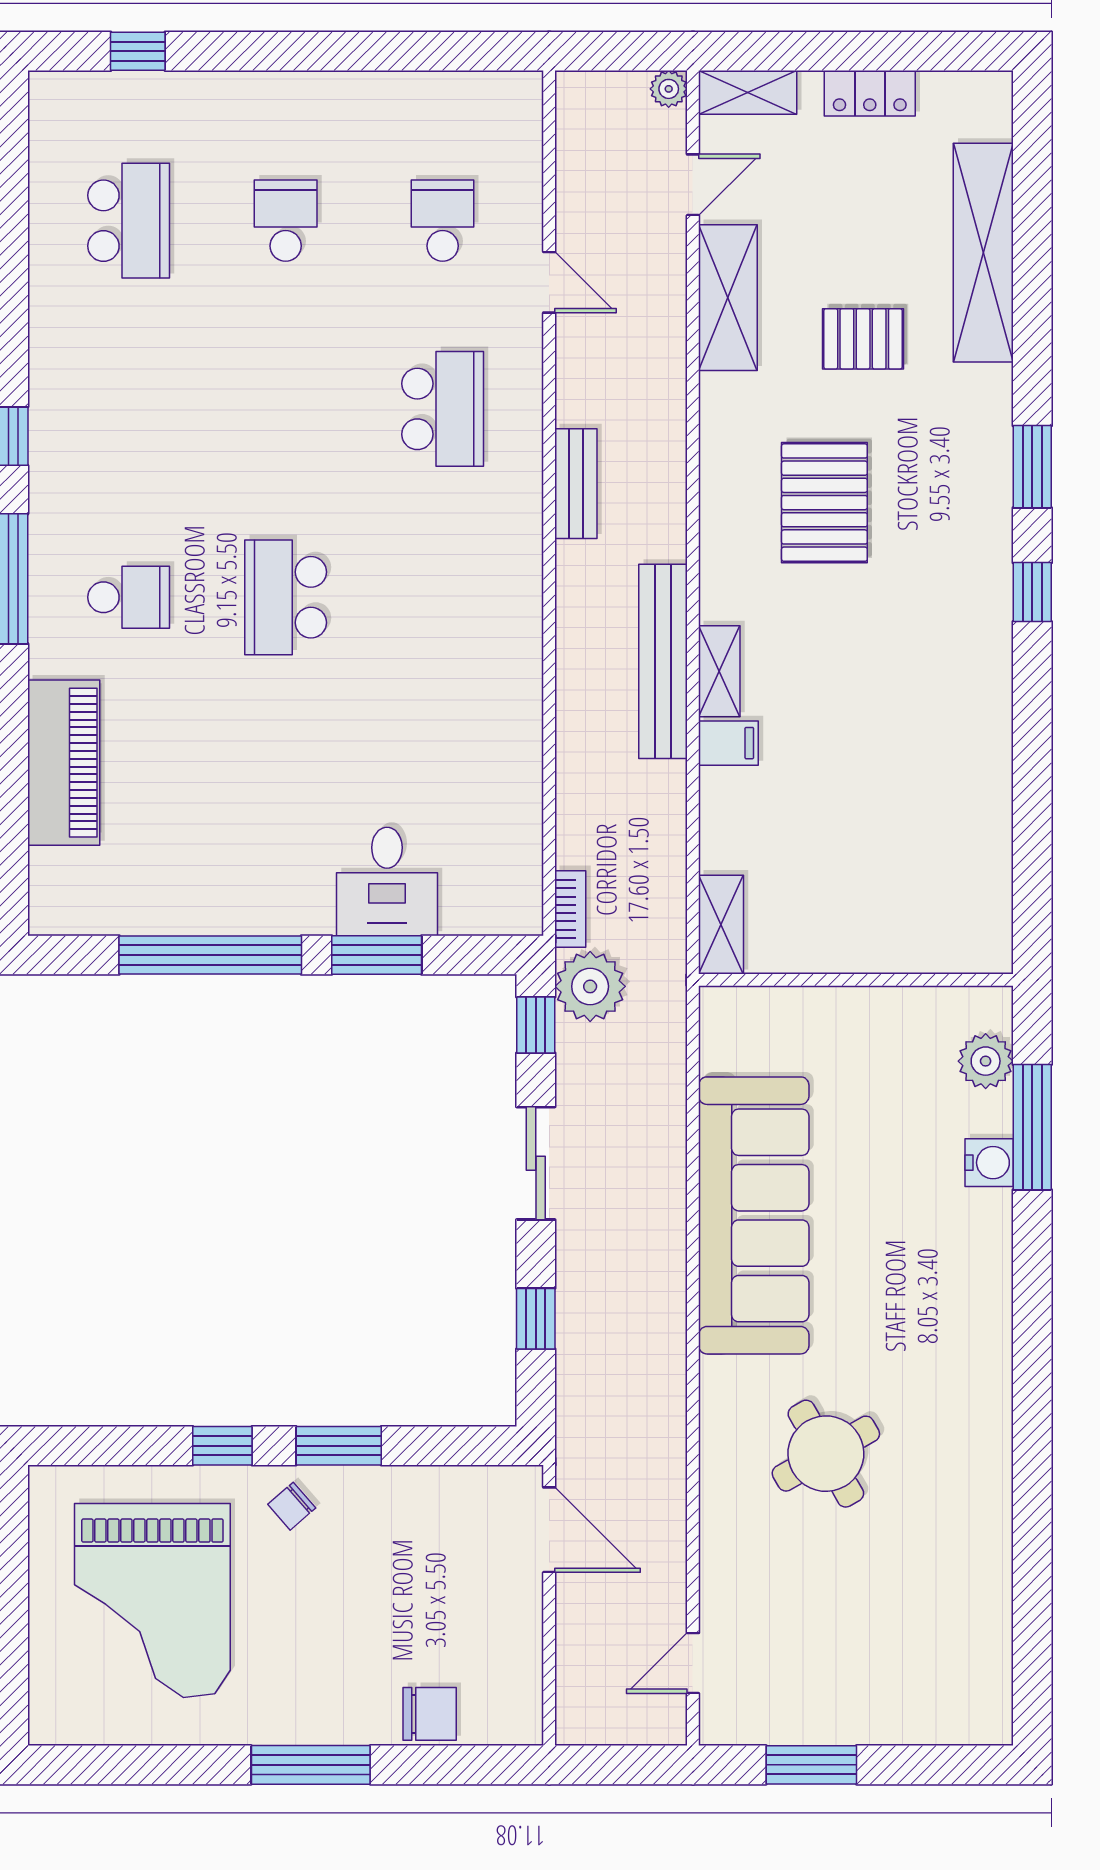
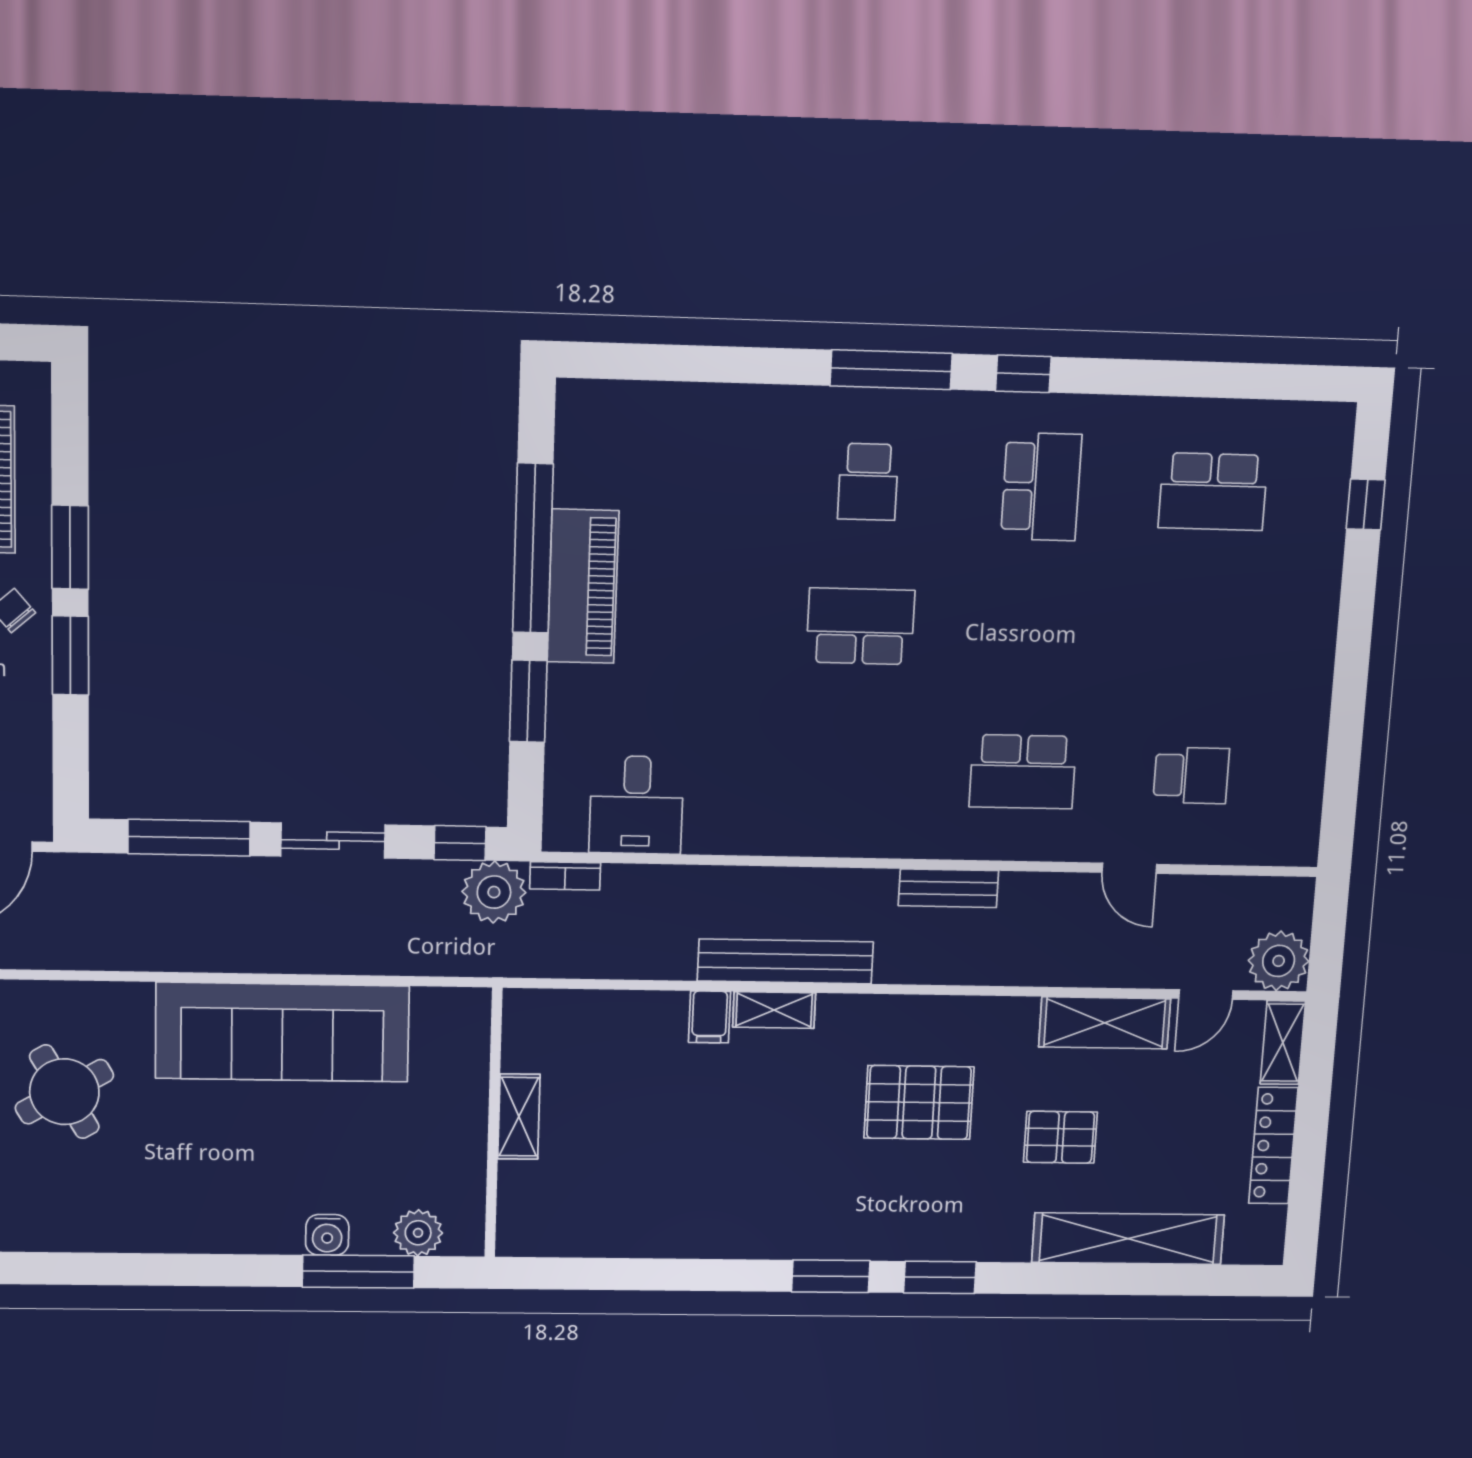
plant: (669, 89) -> (1279, 961), width x1.87, depth x1.87
locker: (870, 93) -> (1273, 1146), width x1.53
door: (693, 185) -> (1206, 994), hinge flipped
school desk: (286, 221) -> (1041, 487), moved, width x1.85
door: (549, 282) -> (1129, 868), hinge flipped
pallet: (863, 339) -> (1060, 1137), turned 90
window: (1032, 592) -> (831, 1276), width x1.50
piano: (64, 763) -> (583, 586), moved, turned -90
desk: (387, 881) -> (636, 805), moved, turned -90
shelving: (721, 925) -> (519, 1117), moved, turned 90
window: (536, 1319) -> (189, 838), width x2.17
window: (222, 1446) -> (70, 547), width x1.50

